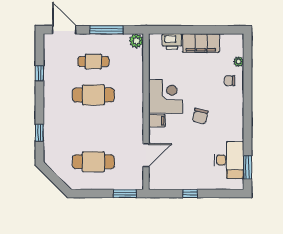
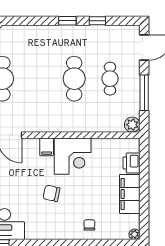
plant: (239, 62) -> (135, 234), moved
window: (39, 133) -> (67, 21), moved

